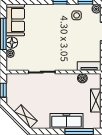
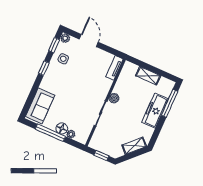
sofa: (15, 20) -> (40, 106), moved, turned 90
boiler: (82, 78) -> (114, 98), moved

